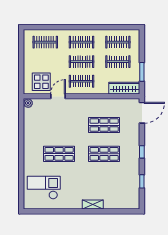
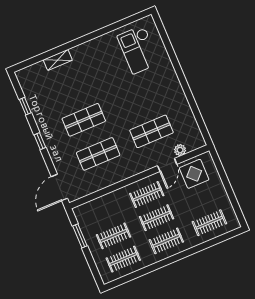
wardrobe: (124, 88) -> (93, 208), removed
plant: (28, 103) -> (180, 150), moved
shop shelf: (59, 154) -> (152, 131), moved
checkout: (44, 188) -> (138, 50), turned 90
shelving: (93, 205) -> (58, 60), moved

